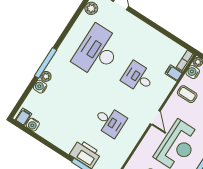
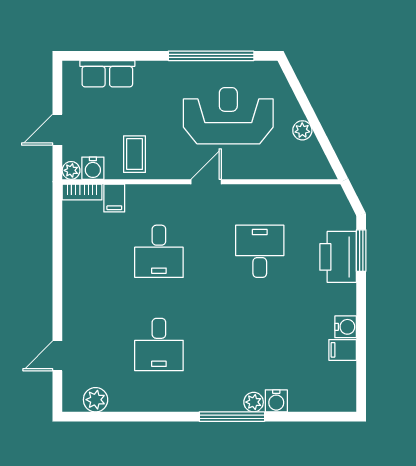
desk: (97, 51) -> (159, 345), width x0.53, depth x0.77
filing cabinet: (24, 117) -> (343, 350), moved
water cooler: (33, 125) -> (346, 327), moved

